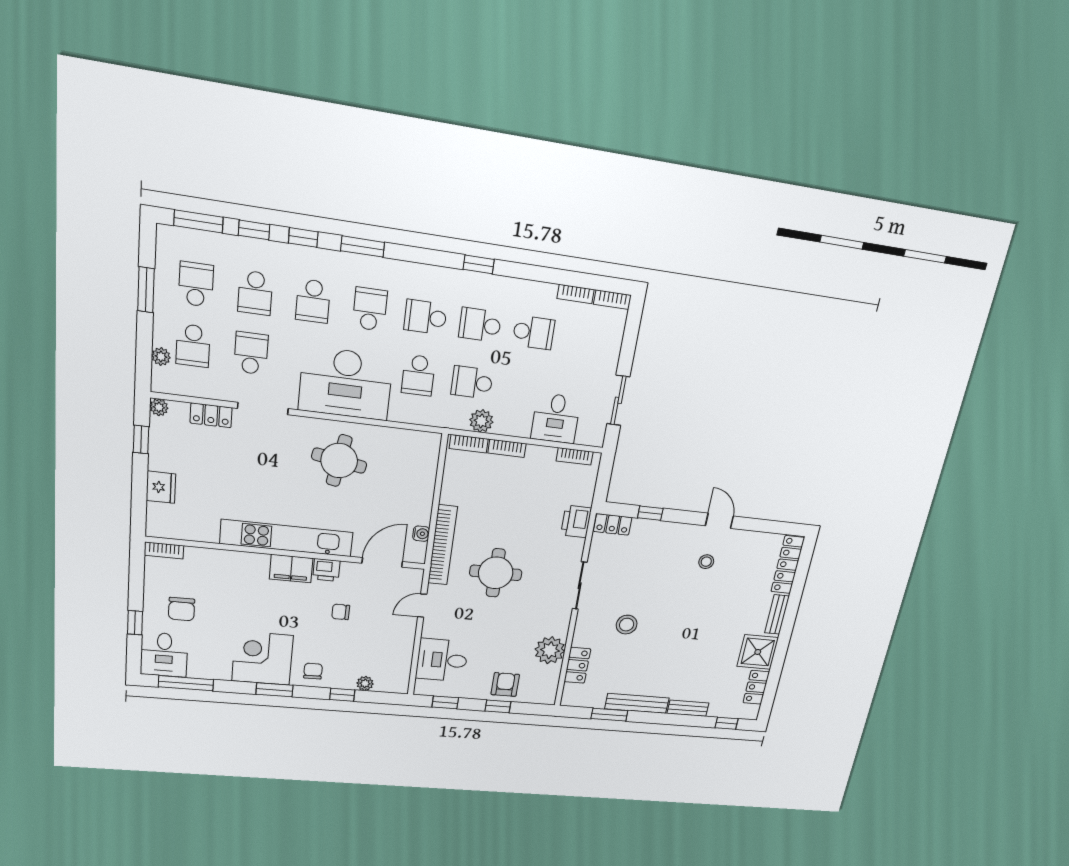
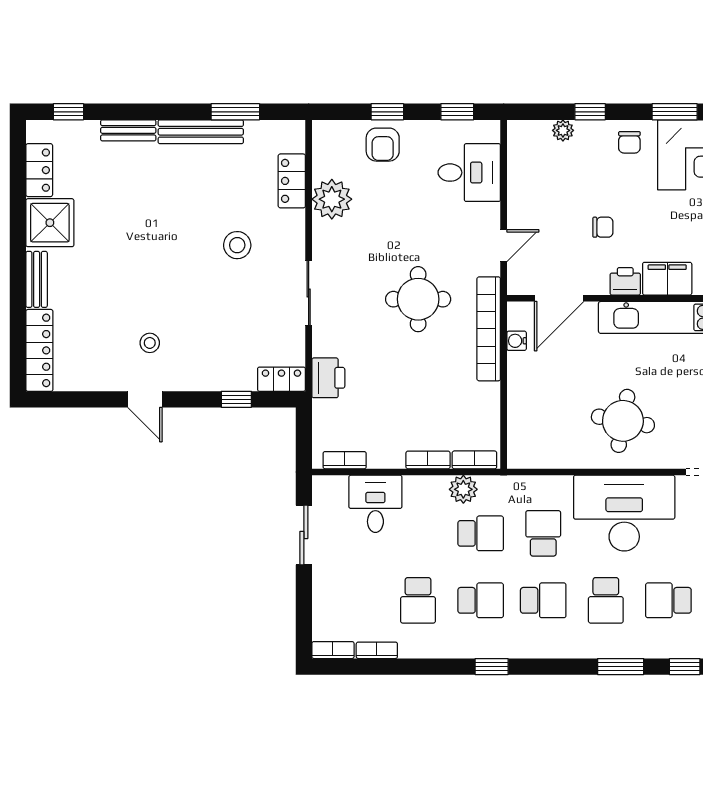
school desk: (313, 301) -> (668, 600), turned -90
school desk: (534, 332) -> (418, 600), turned -90

